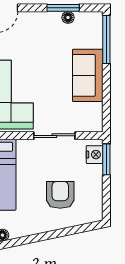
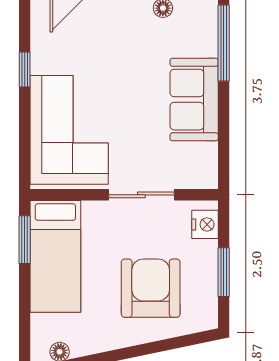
window: (106, 159) -> (224, 272), moved
armchair: (60, 195) -> (151, 288), width x1.36, depth x1.36

